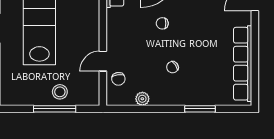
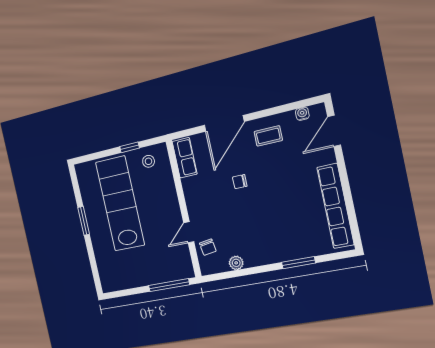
chair: (172, 67) -> (260, 225), removed
stool: (60, 92) -> (155, 270), removed
window: (55, 109) -> (169, 285), moved

